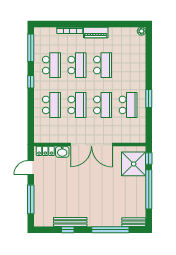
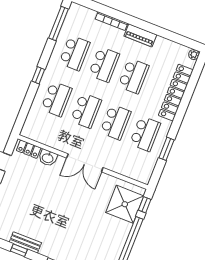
locker: (139, 65) -> (176, 93), added
window: (31, 82) -> (38, 75), moved
window: (149, 98) -> (167, 149), moved
double door: (91, 145) -> (85, 163), width x0.73
bench: (70, 222) -> (25, 242), width x0.73

